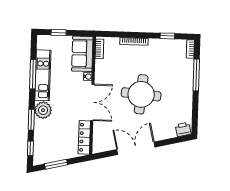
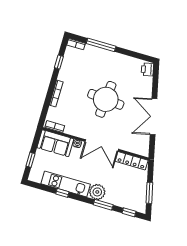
window: (33, 74) -> (62, 193), width x0.46
double door: (92, 102) -> (102, 145), swing flipped

